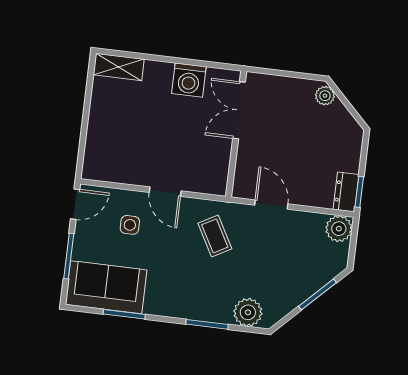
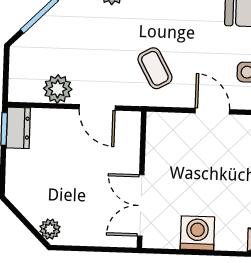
double door: (239, 110) -> (141, 205), swing flipped
plant: (339, 229) -> (58, 89), moved

